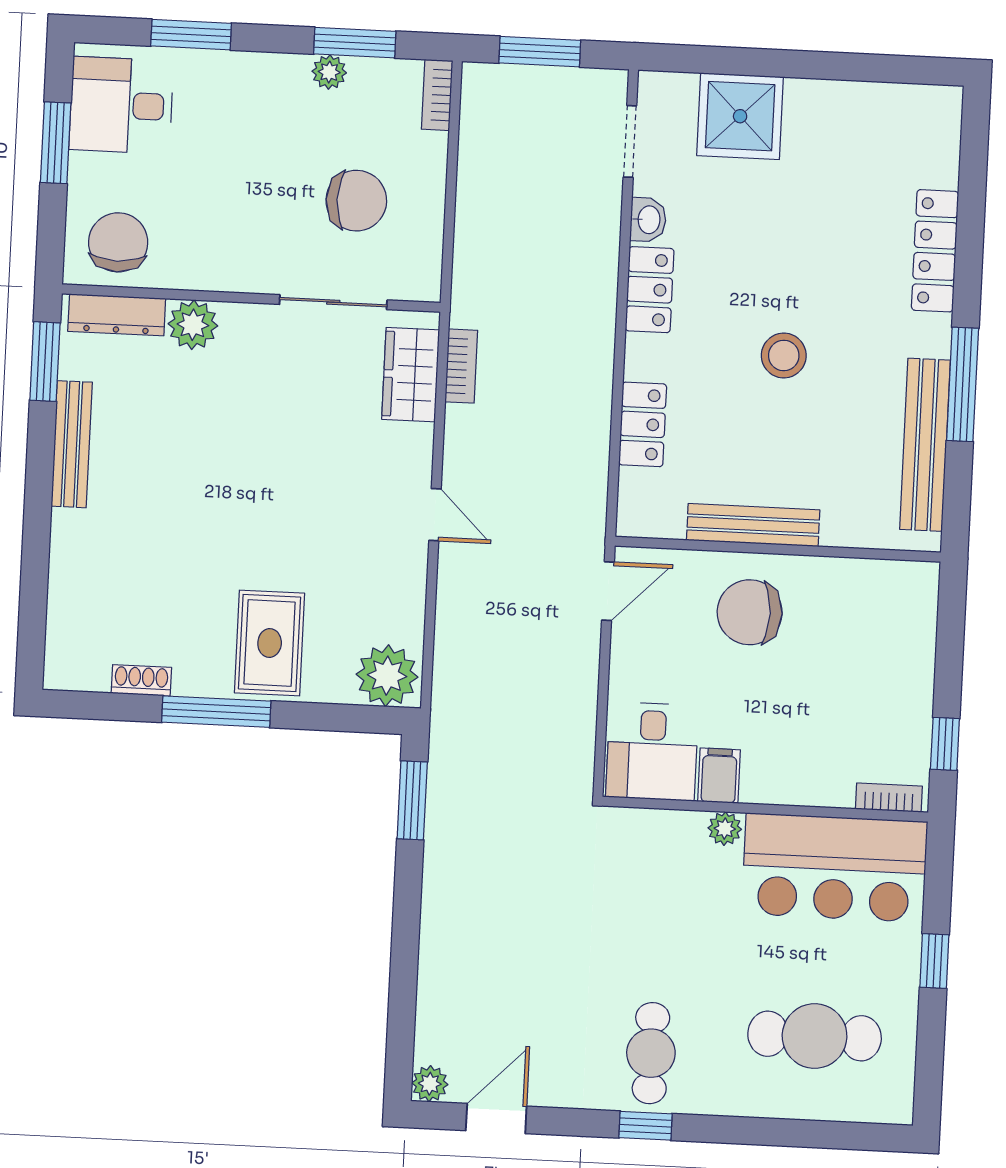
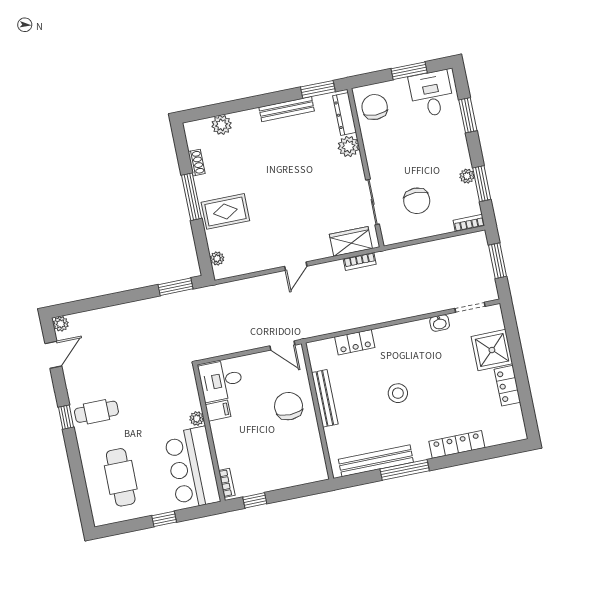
chair: (118, 242) -> (375, 107), turned -90
locker: (650, 290) -> (507, 386), moved, turned 90
plant: (70, 601) -> (222, 125), added
plant: (387, 676) -> (217, 258), width x0.53, depth x0.53
door: (496, 1118) -> (53, 355), hinge flipped

